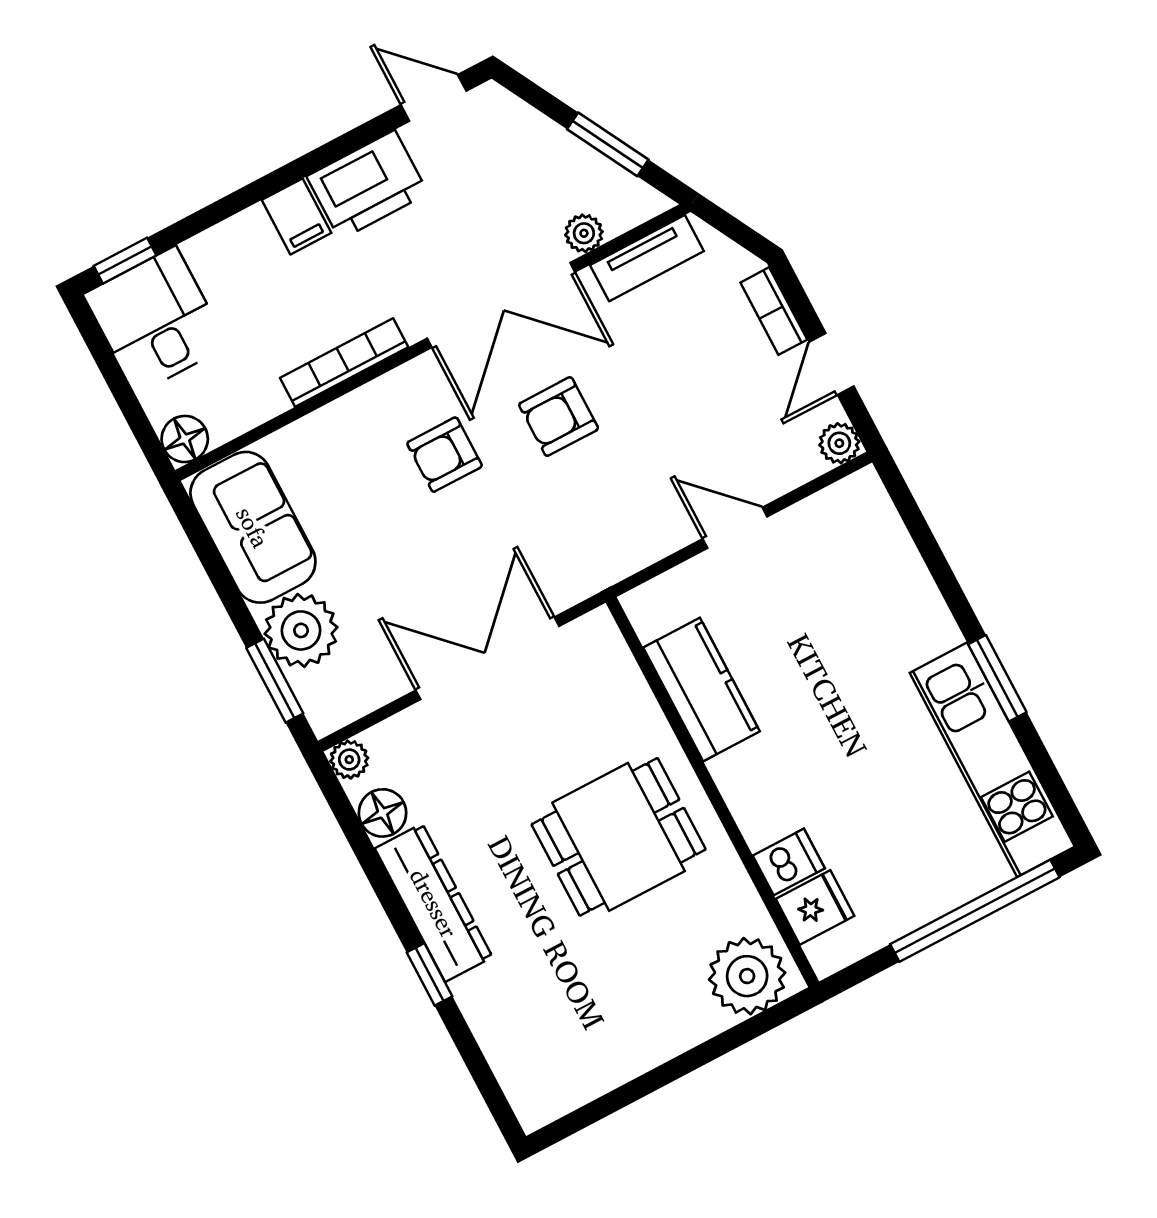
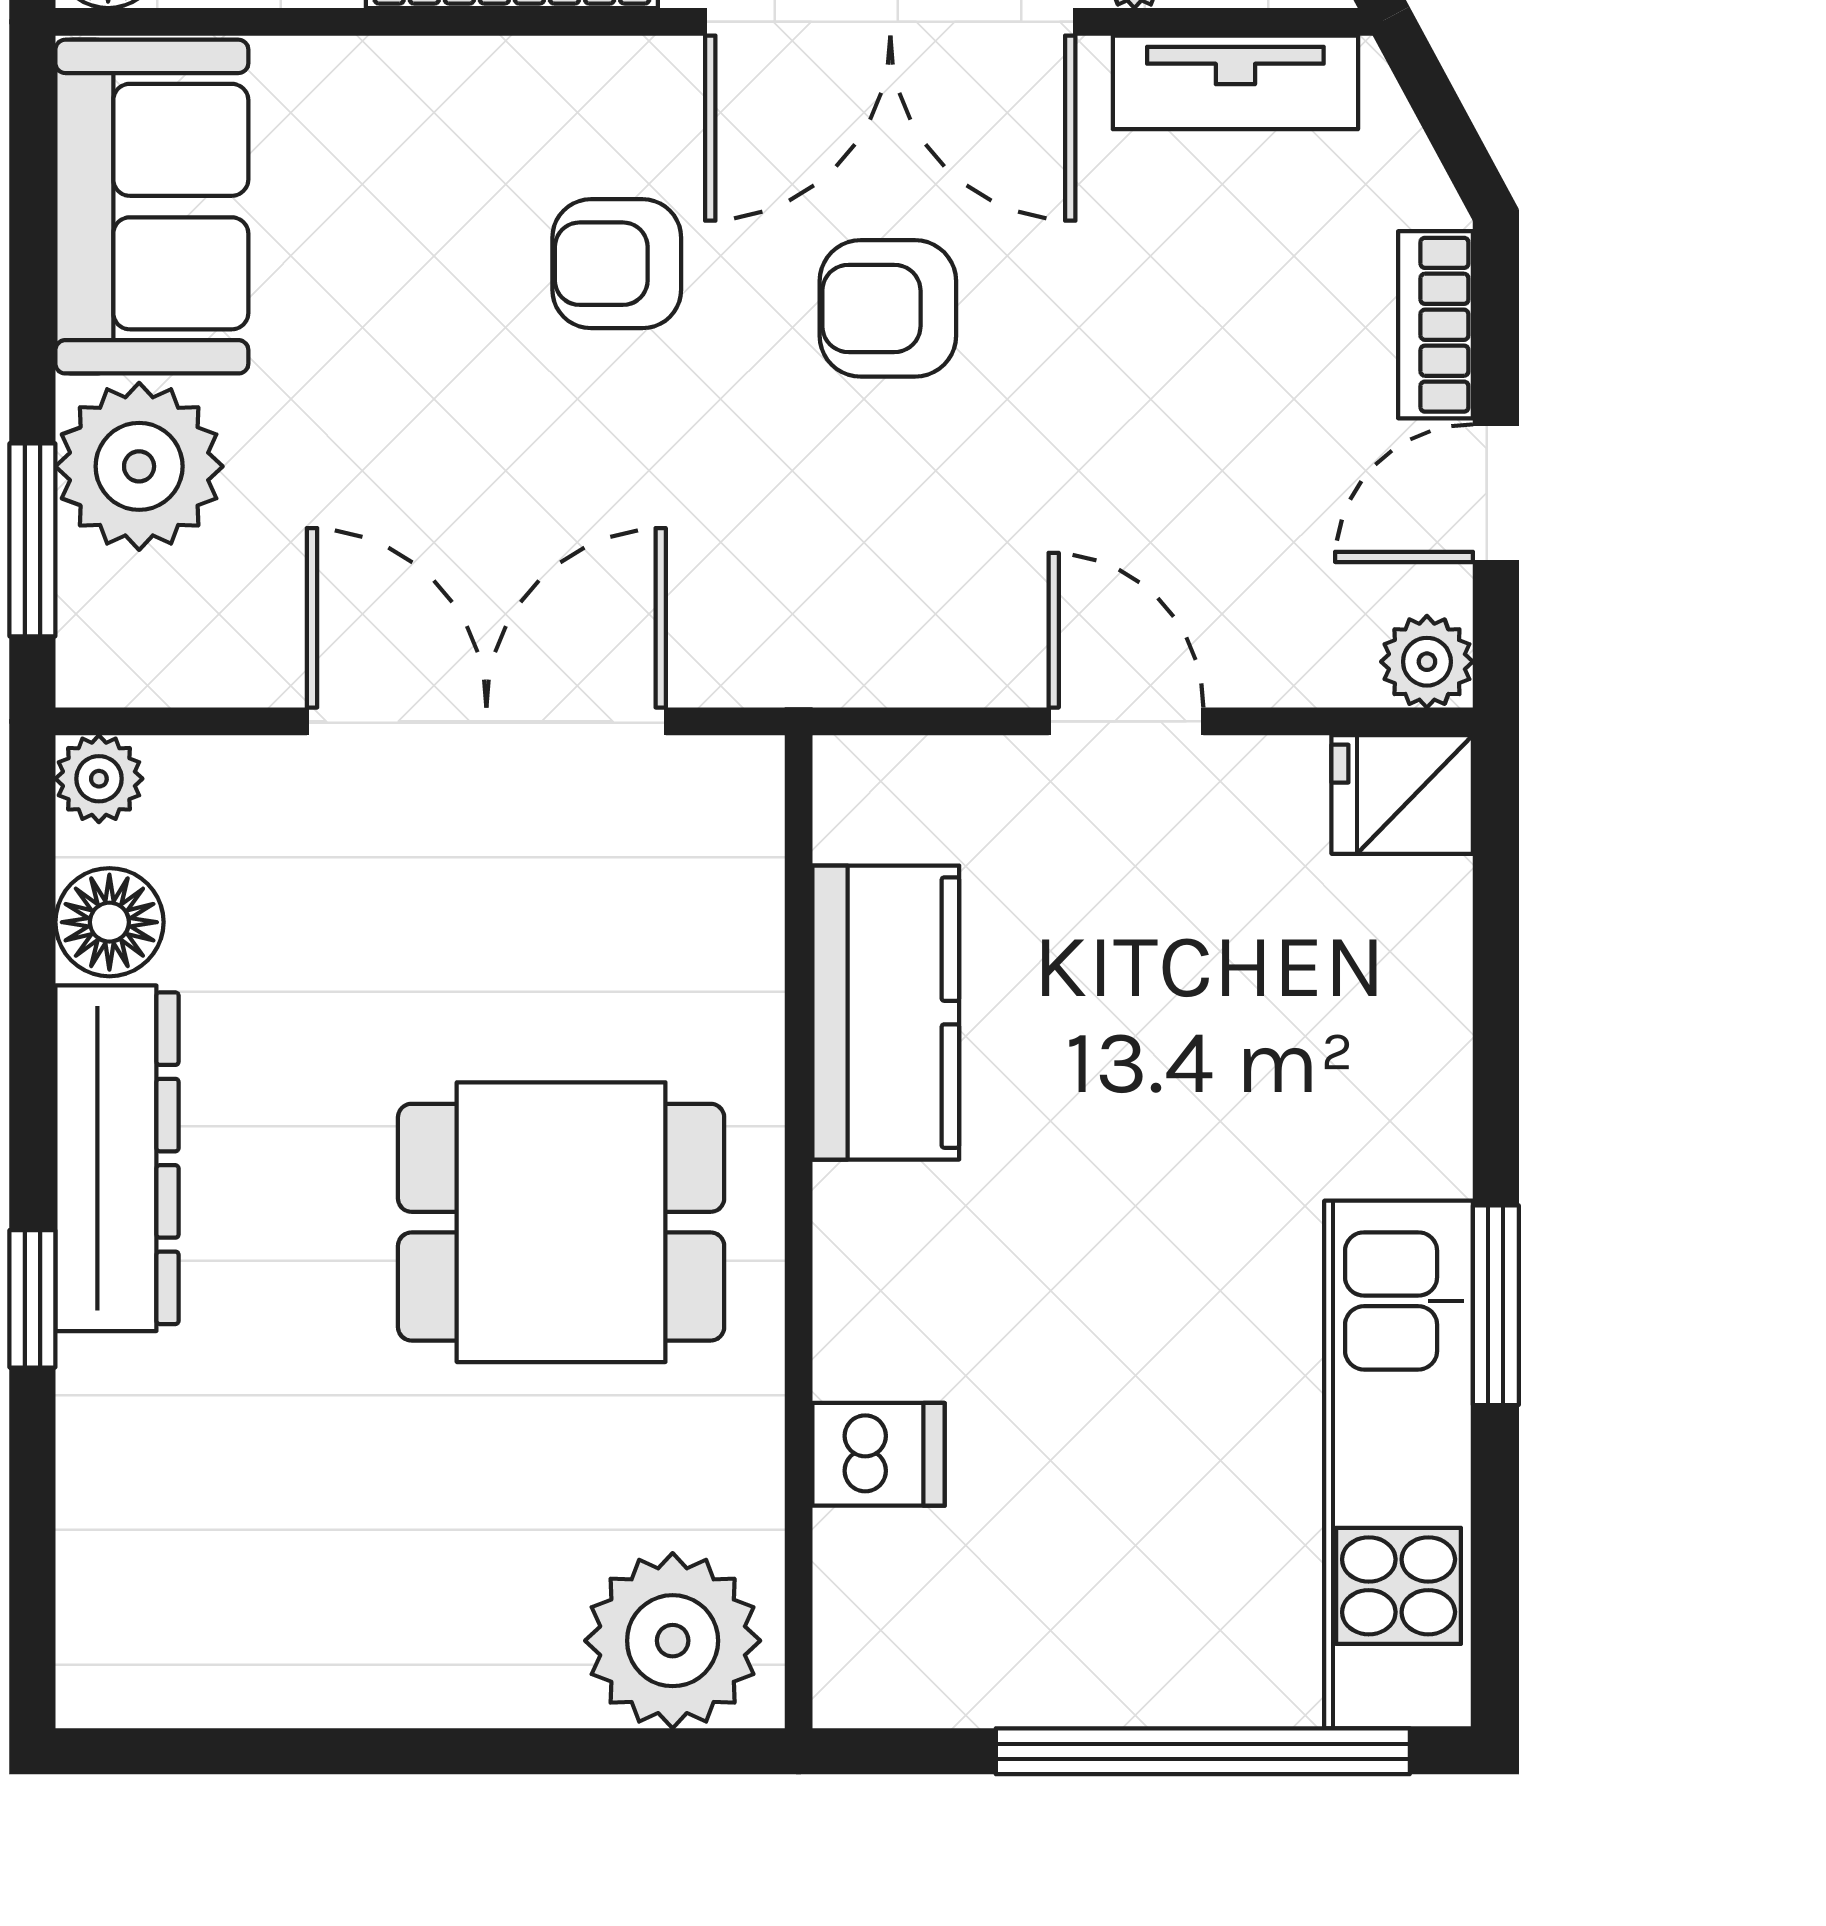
fridge: (815, 907) -> (1402, 794), moved, turned 180

